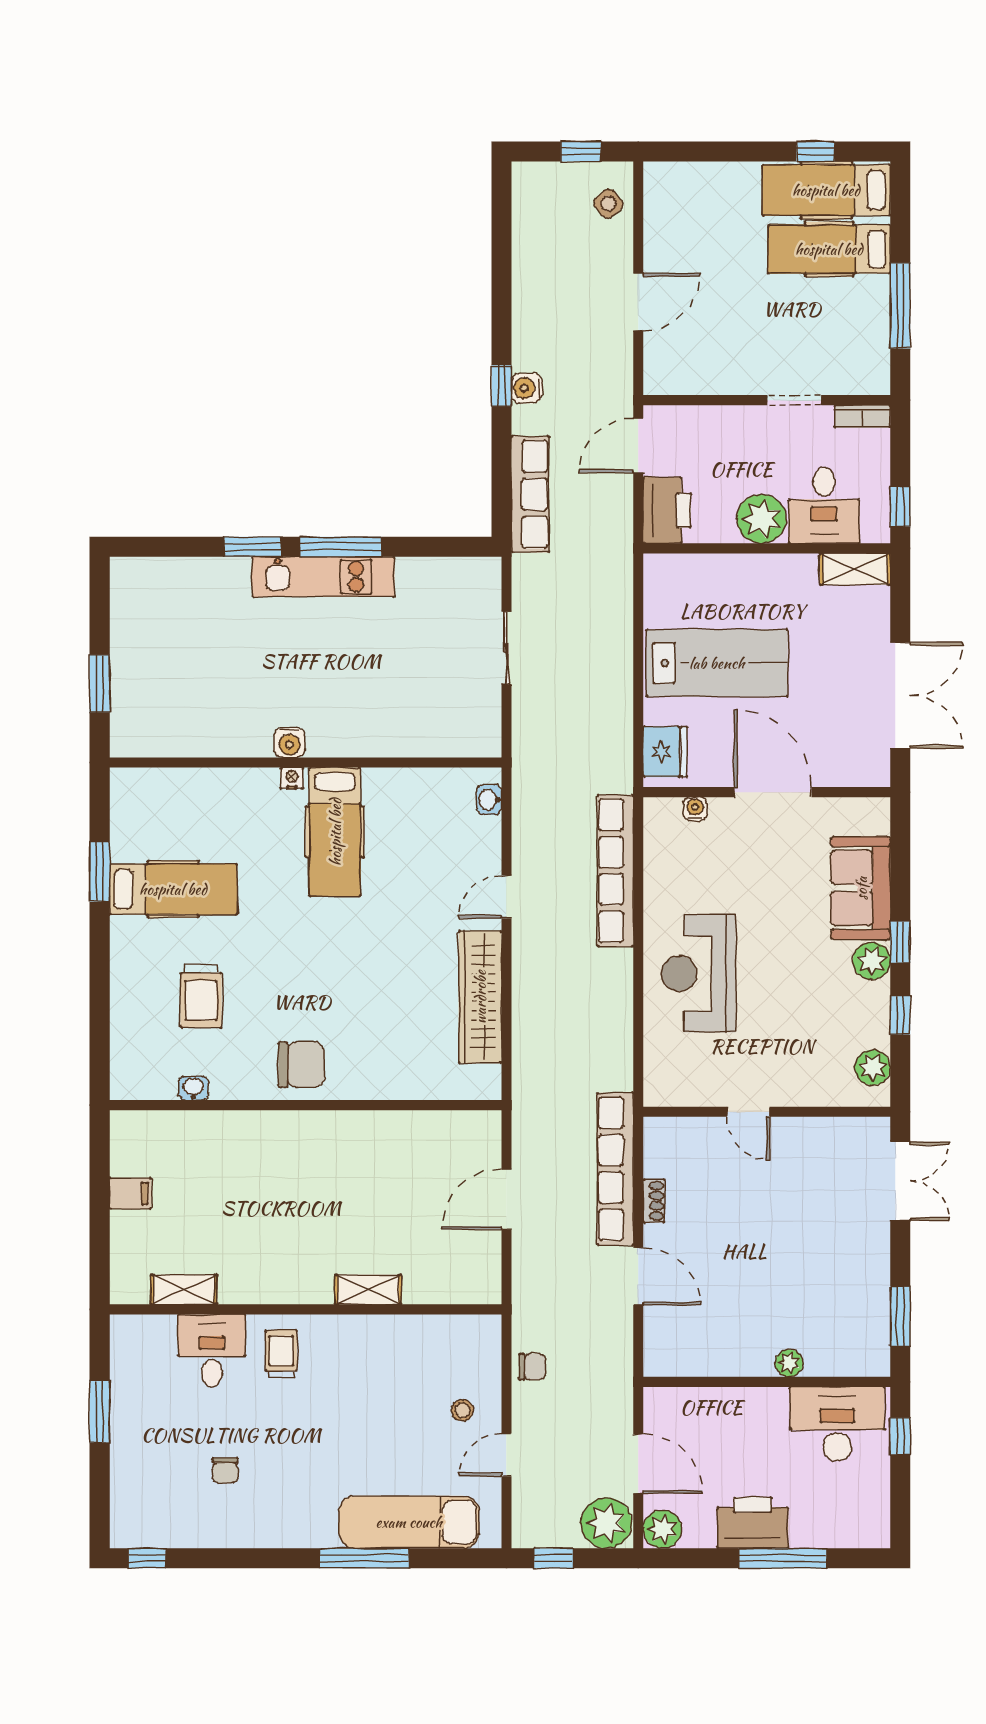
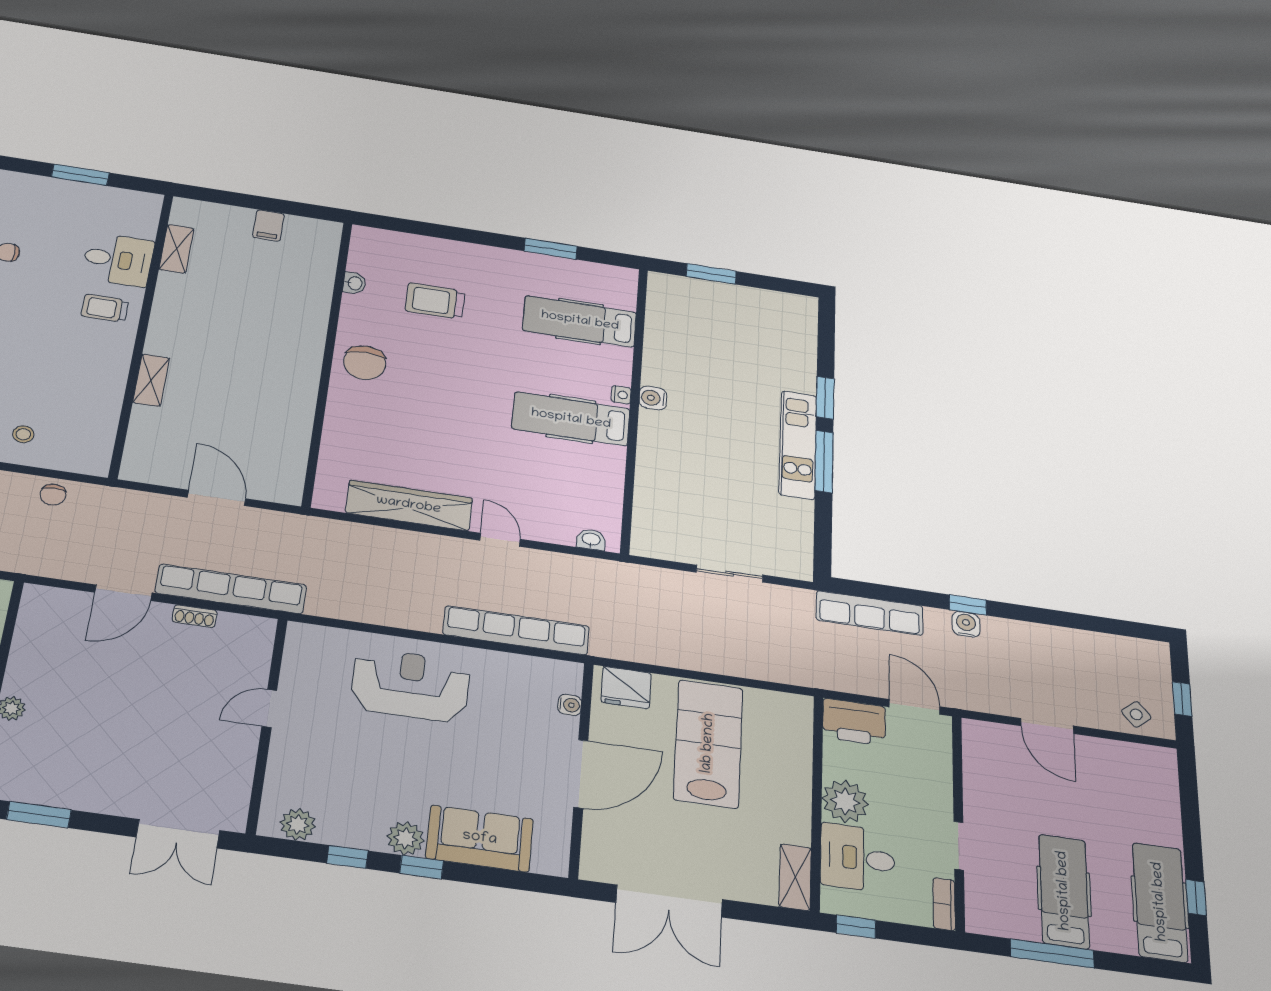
hospital bed: (829, 249) -> (1064, 891), moved
lab bench: (717, 663) -> (708, 743), turned 180
hospital bed: (173, 889) -> (580, 321), moved, turned 90
trolley: (281, 1354) -> (105, 308), turned 180

